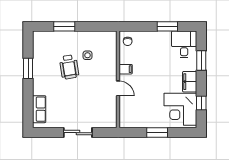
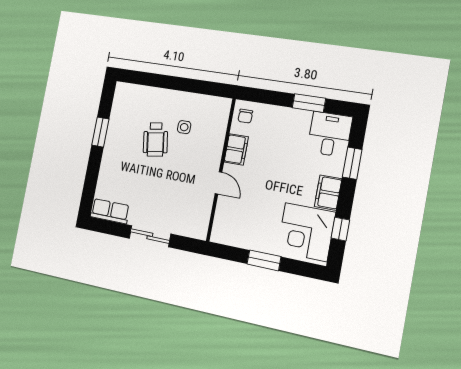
window: (64, 26) -> (160, 81), removed
filing cabinet: (126, 69) -> (236, 149), width x2.00
row of seats: (39, 109) -> (110, 211), moved, turned -90

